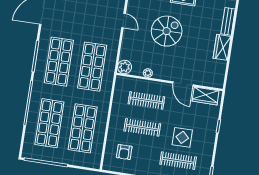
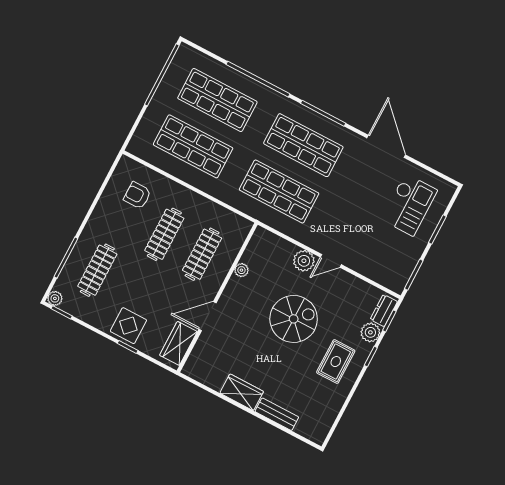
spiral stairs: (167, 31) -> (294, 319), turned -90
plant: (125, 67) -> (304, 261), moved
display table: (182, 137) -> (128, 326), moved

